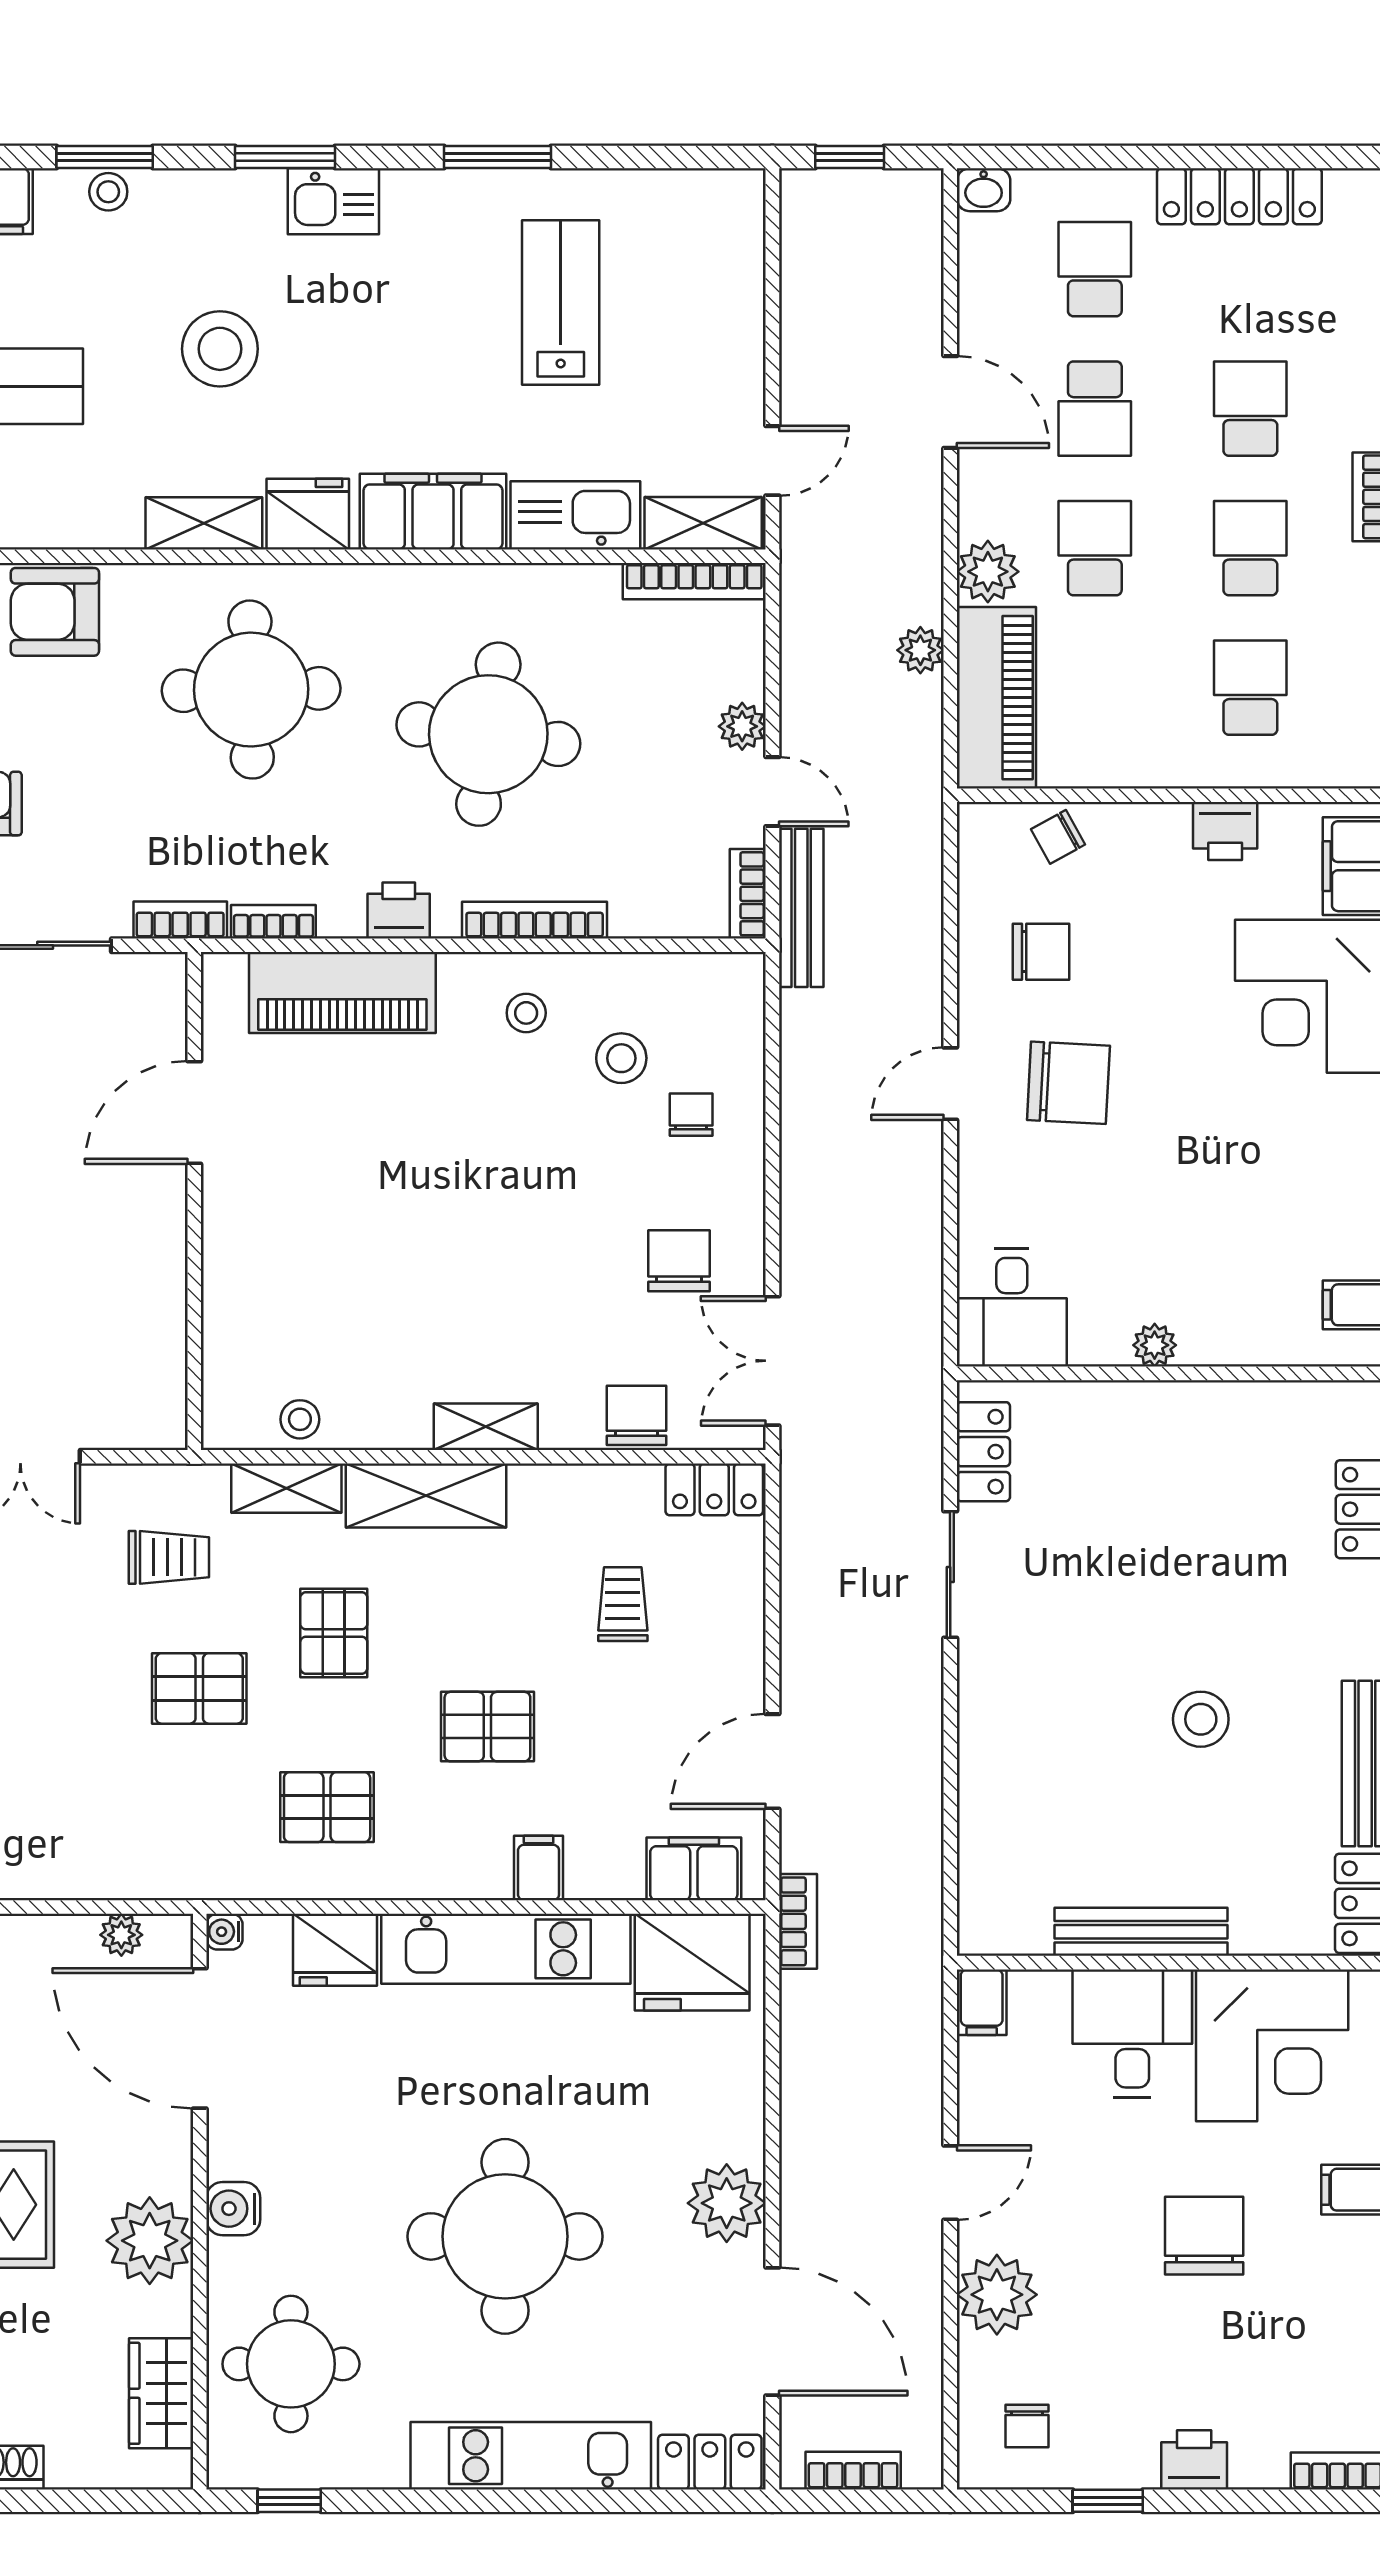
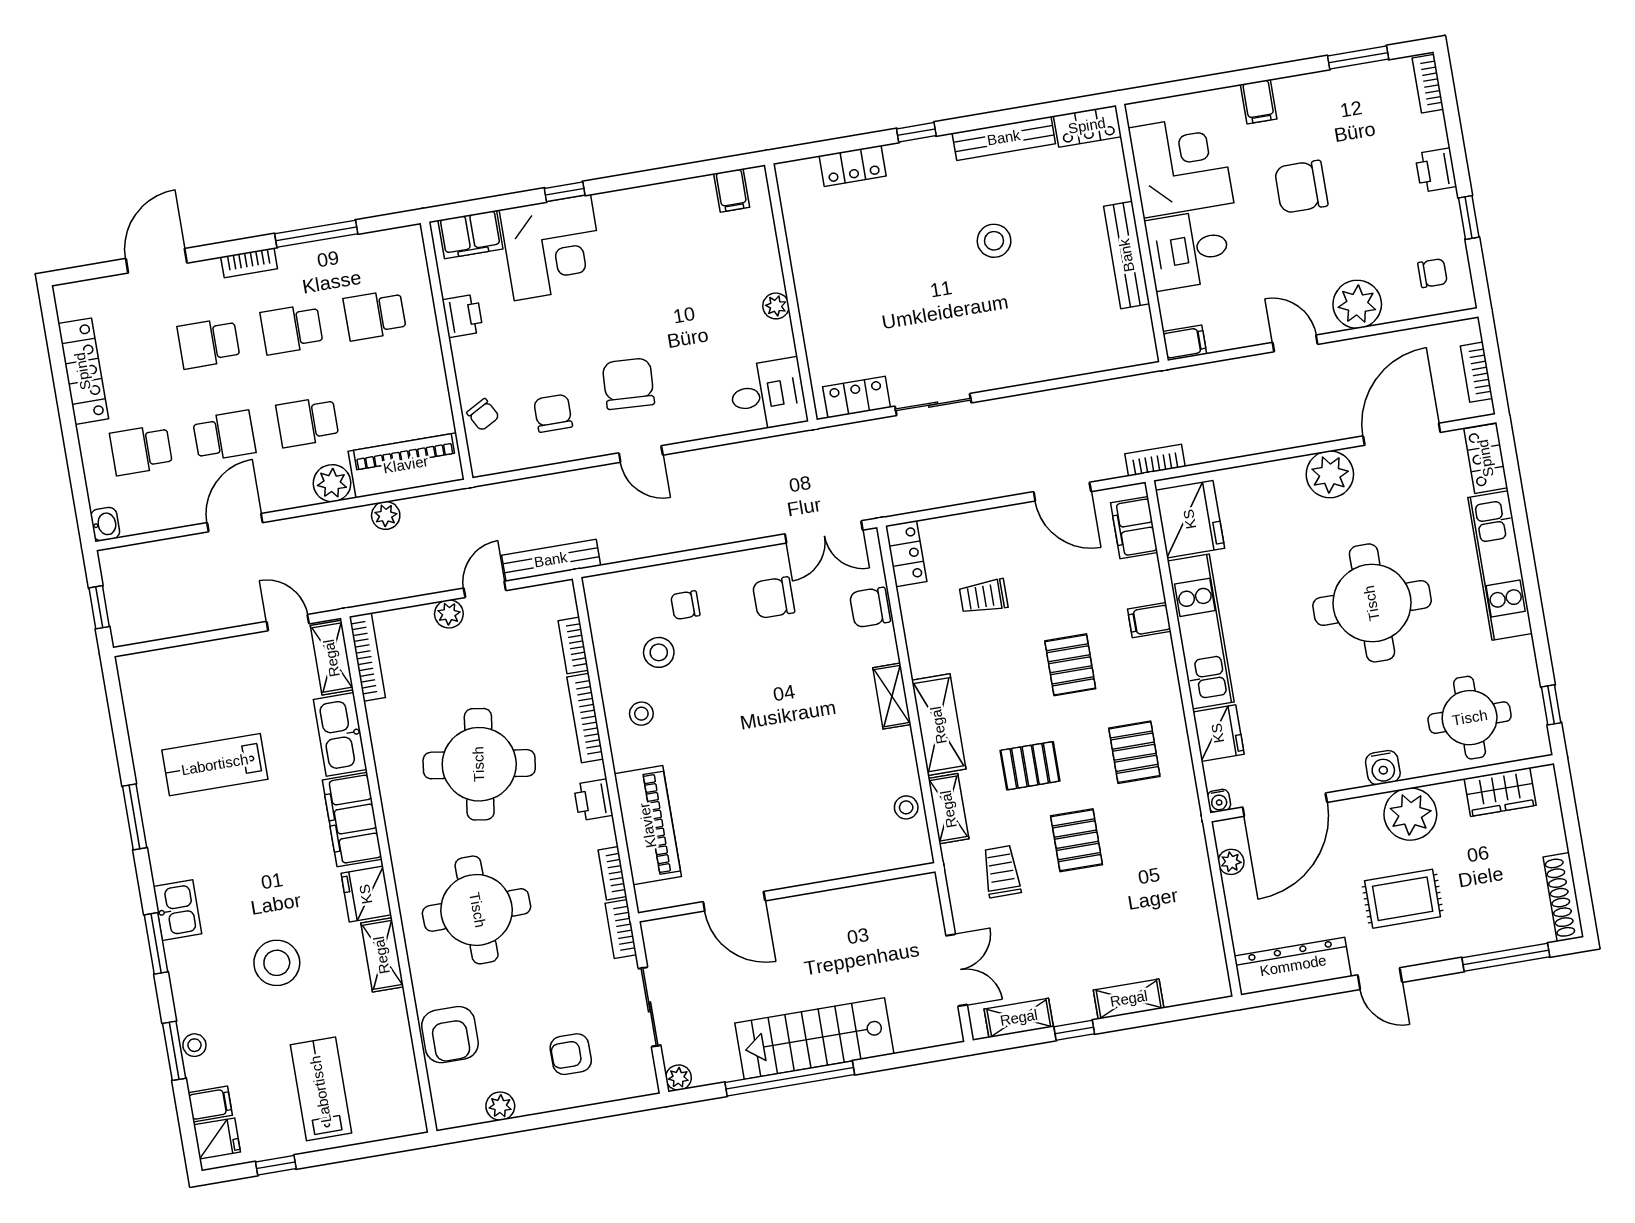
bookcase: (748, 894) -> (573, 645), moved, turned 90

